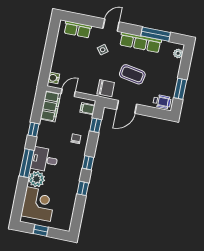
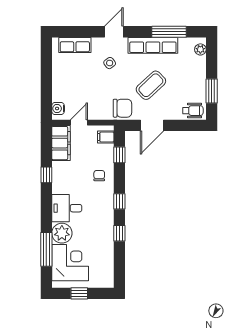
coffee table: (132, 74) -> (151, 85), turned -53
window: (27, 163) -> (46, 249), moved

